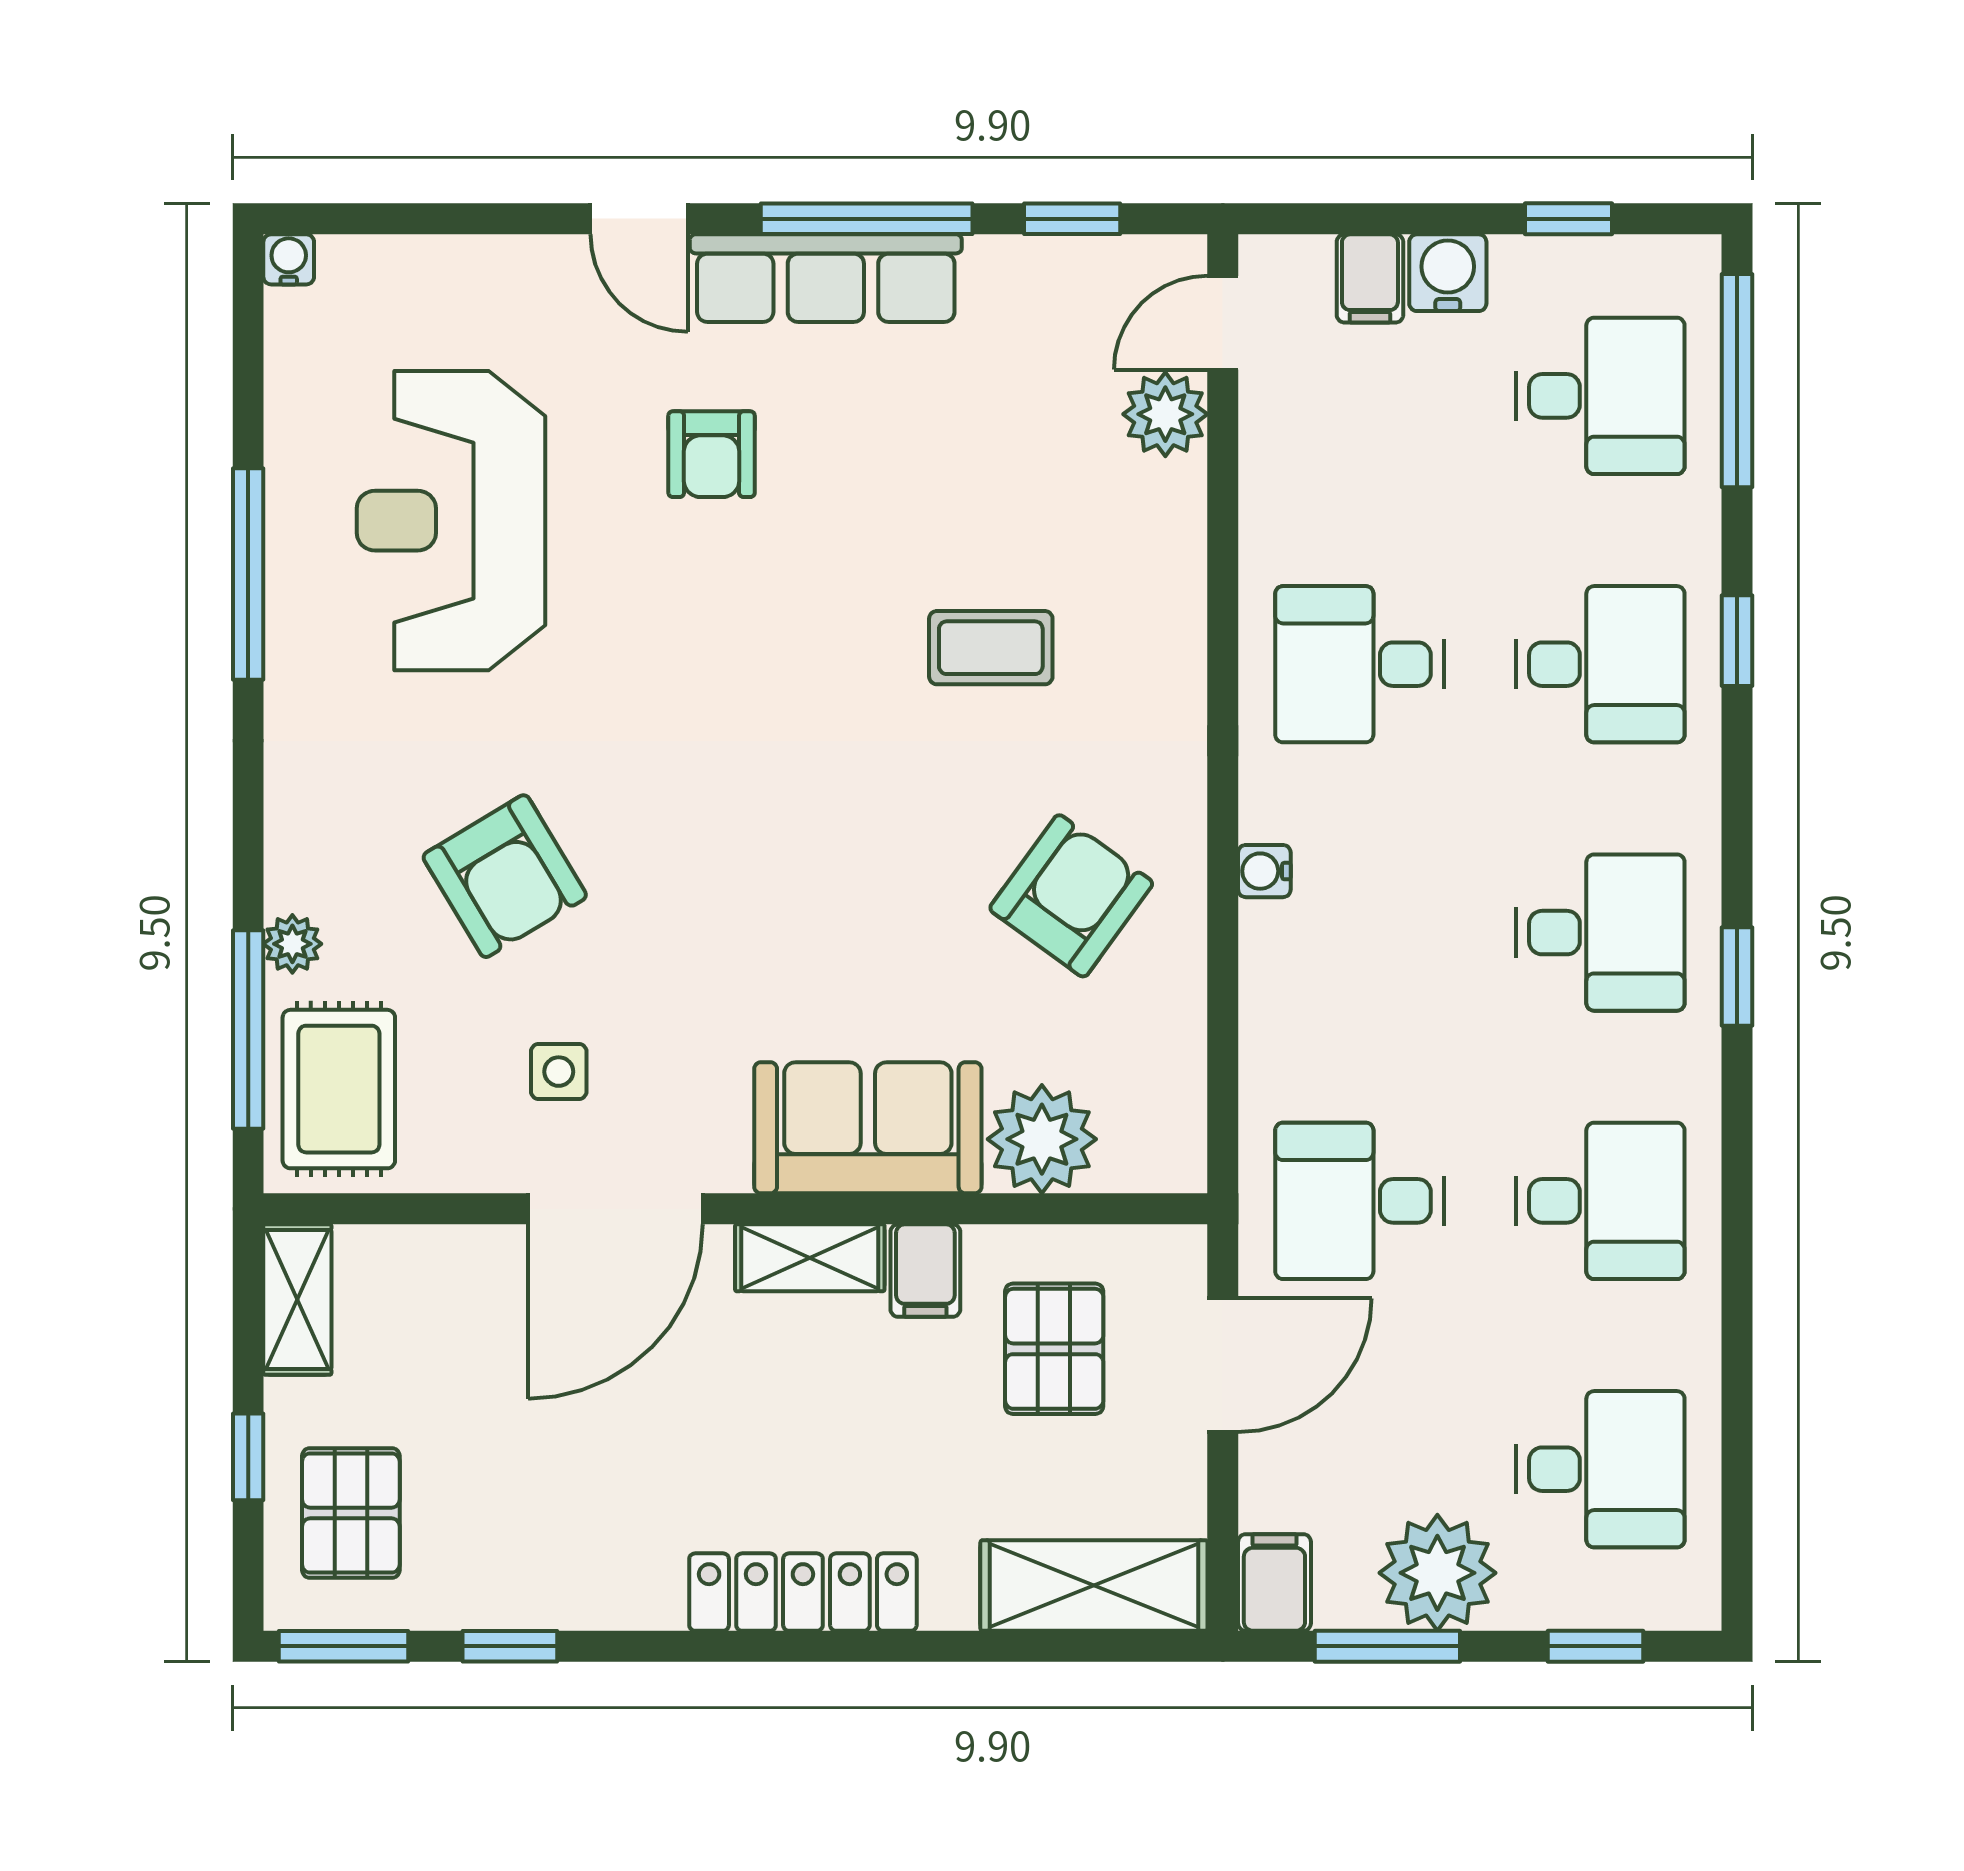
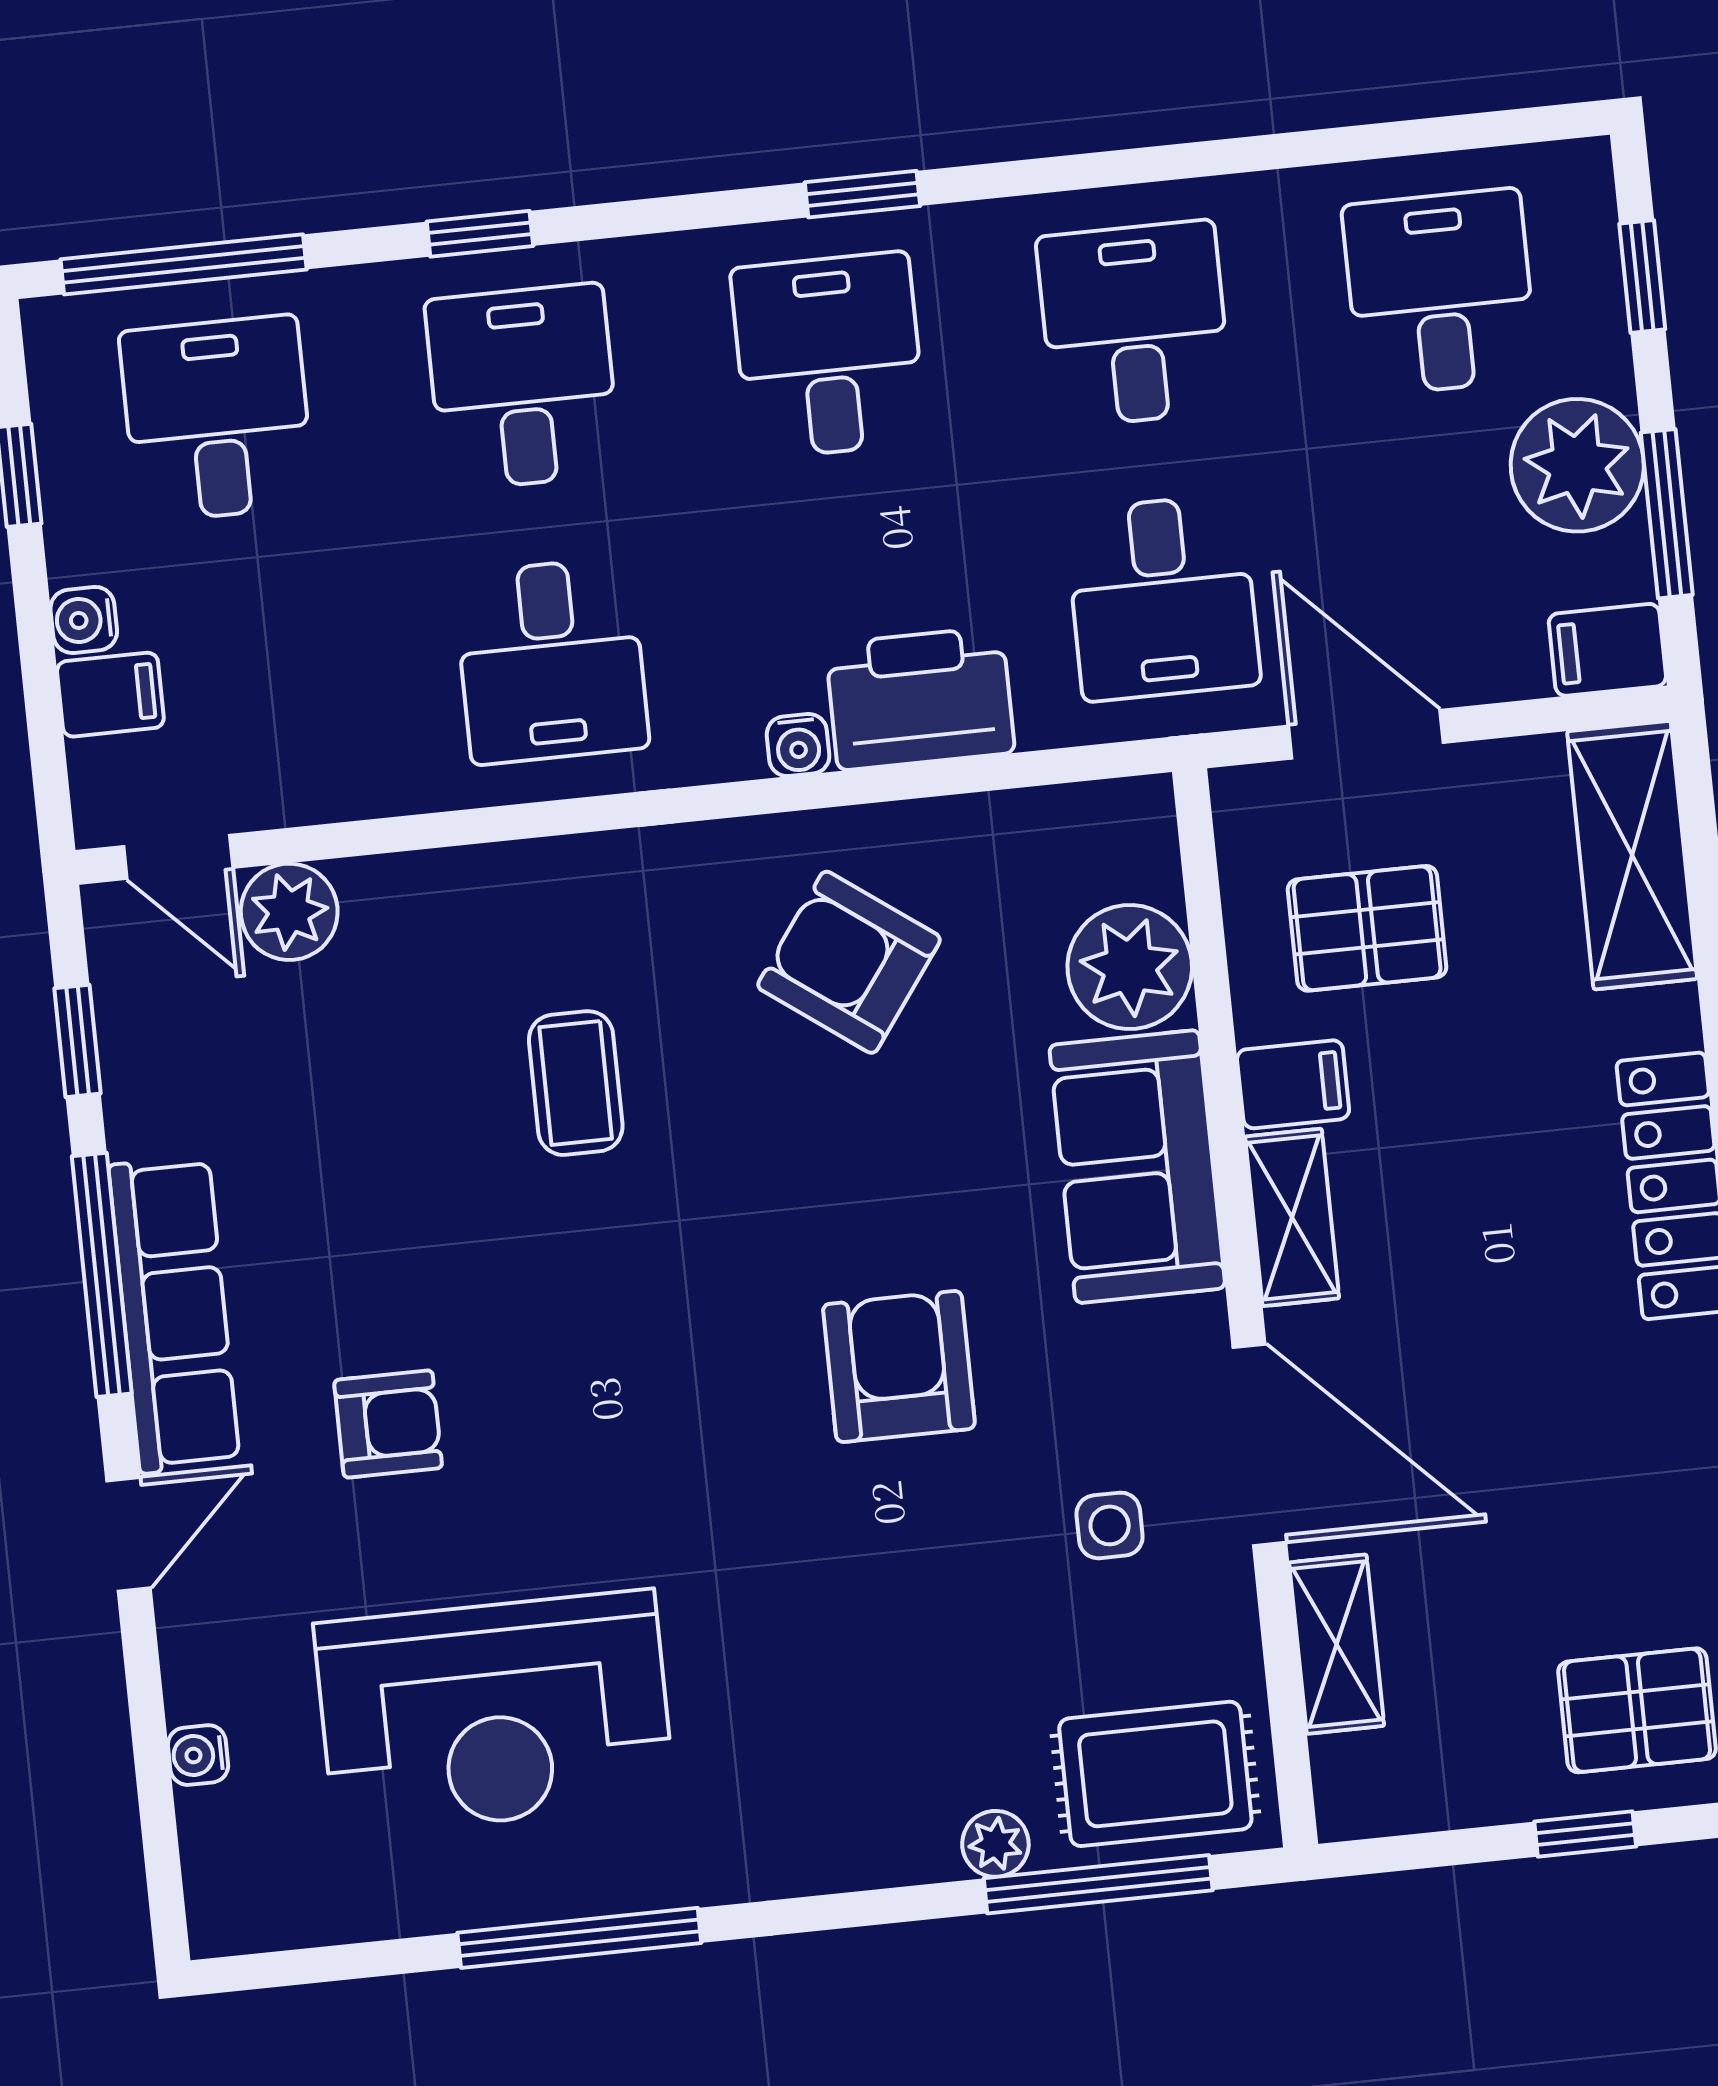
water cooler: (289, 259) -> (198, 1755), moved
water cooler: (1448, 273) -> (84, 620), width x0.72, depth x0.72
armchair: (505, 876) -> (899, 1366), moved, turned -59
printer: (1294, 981) -> (920, 698), added
shelving: (297, 1300) -> (1337, 1644), moved, turned 90

